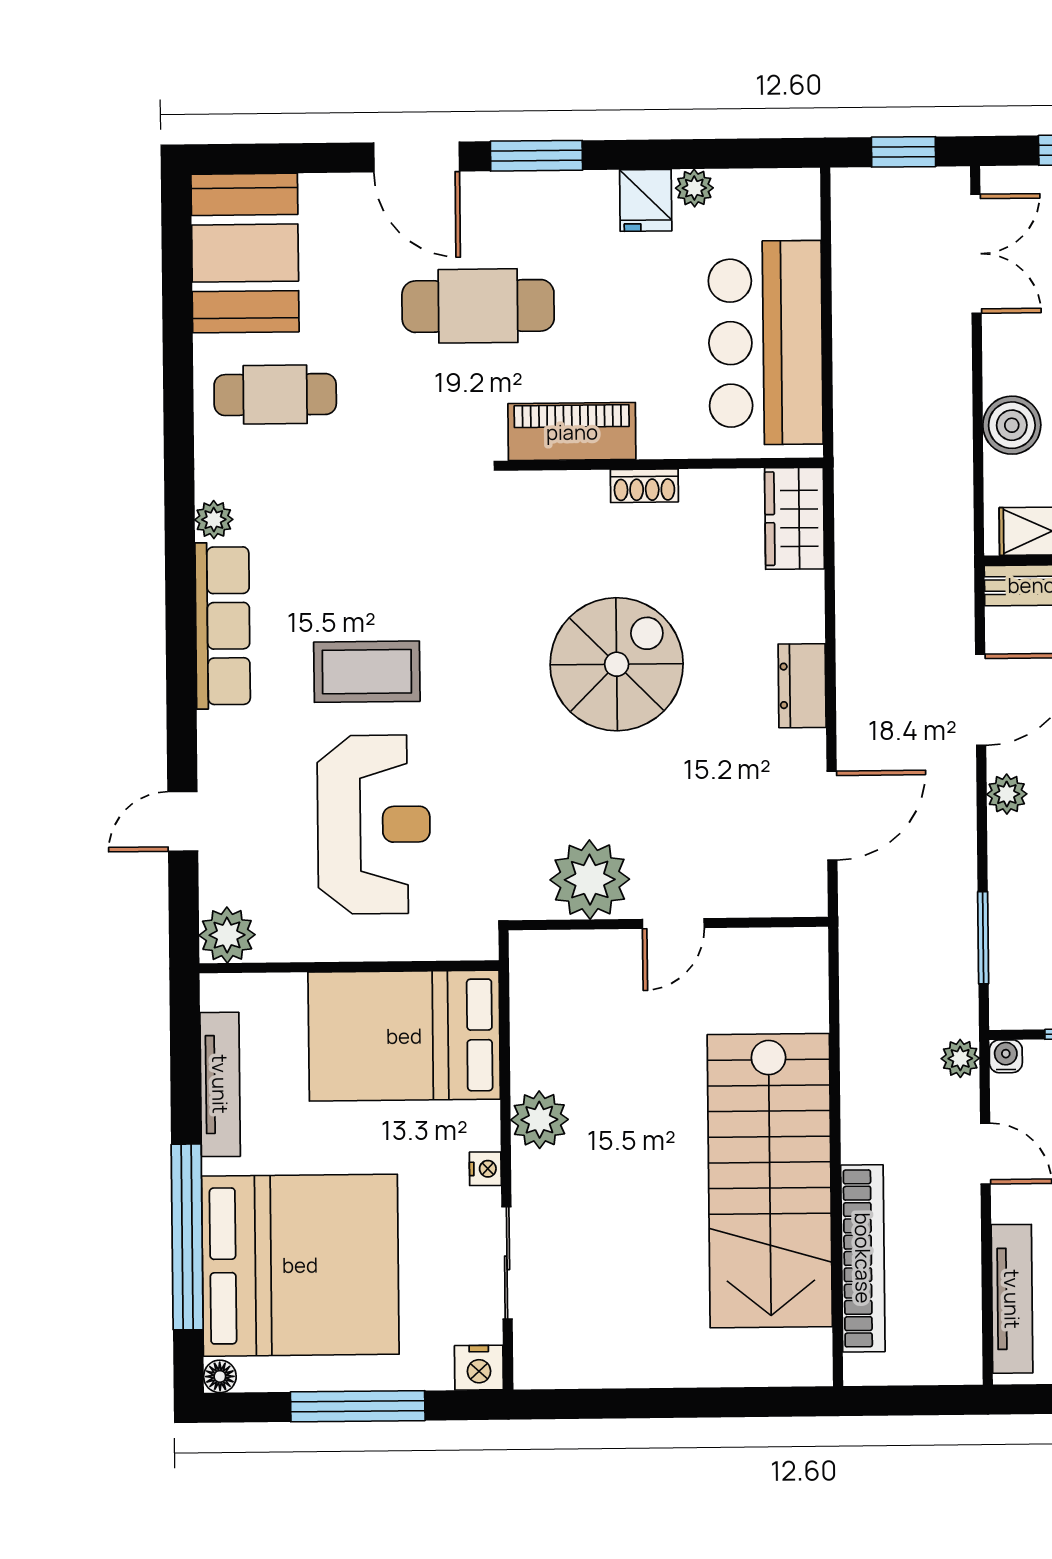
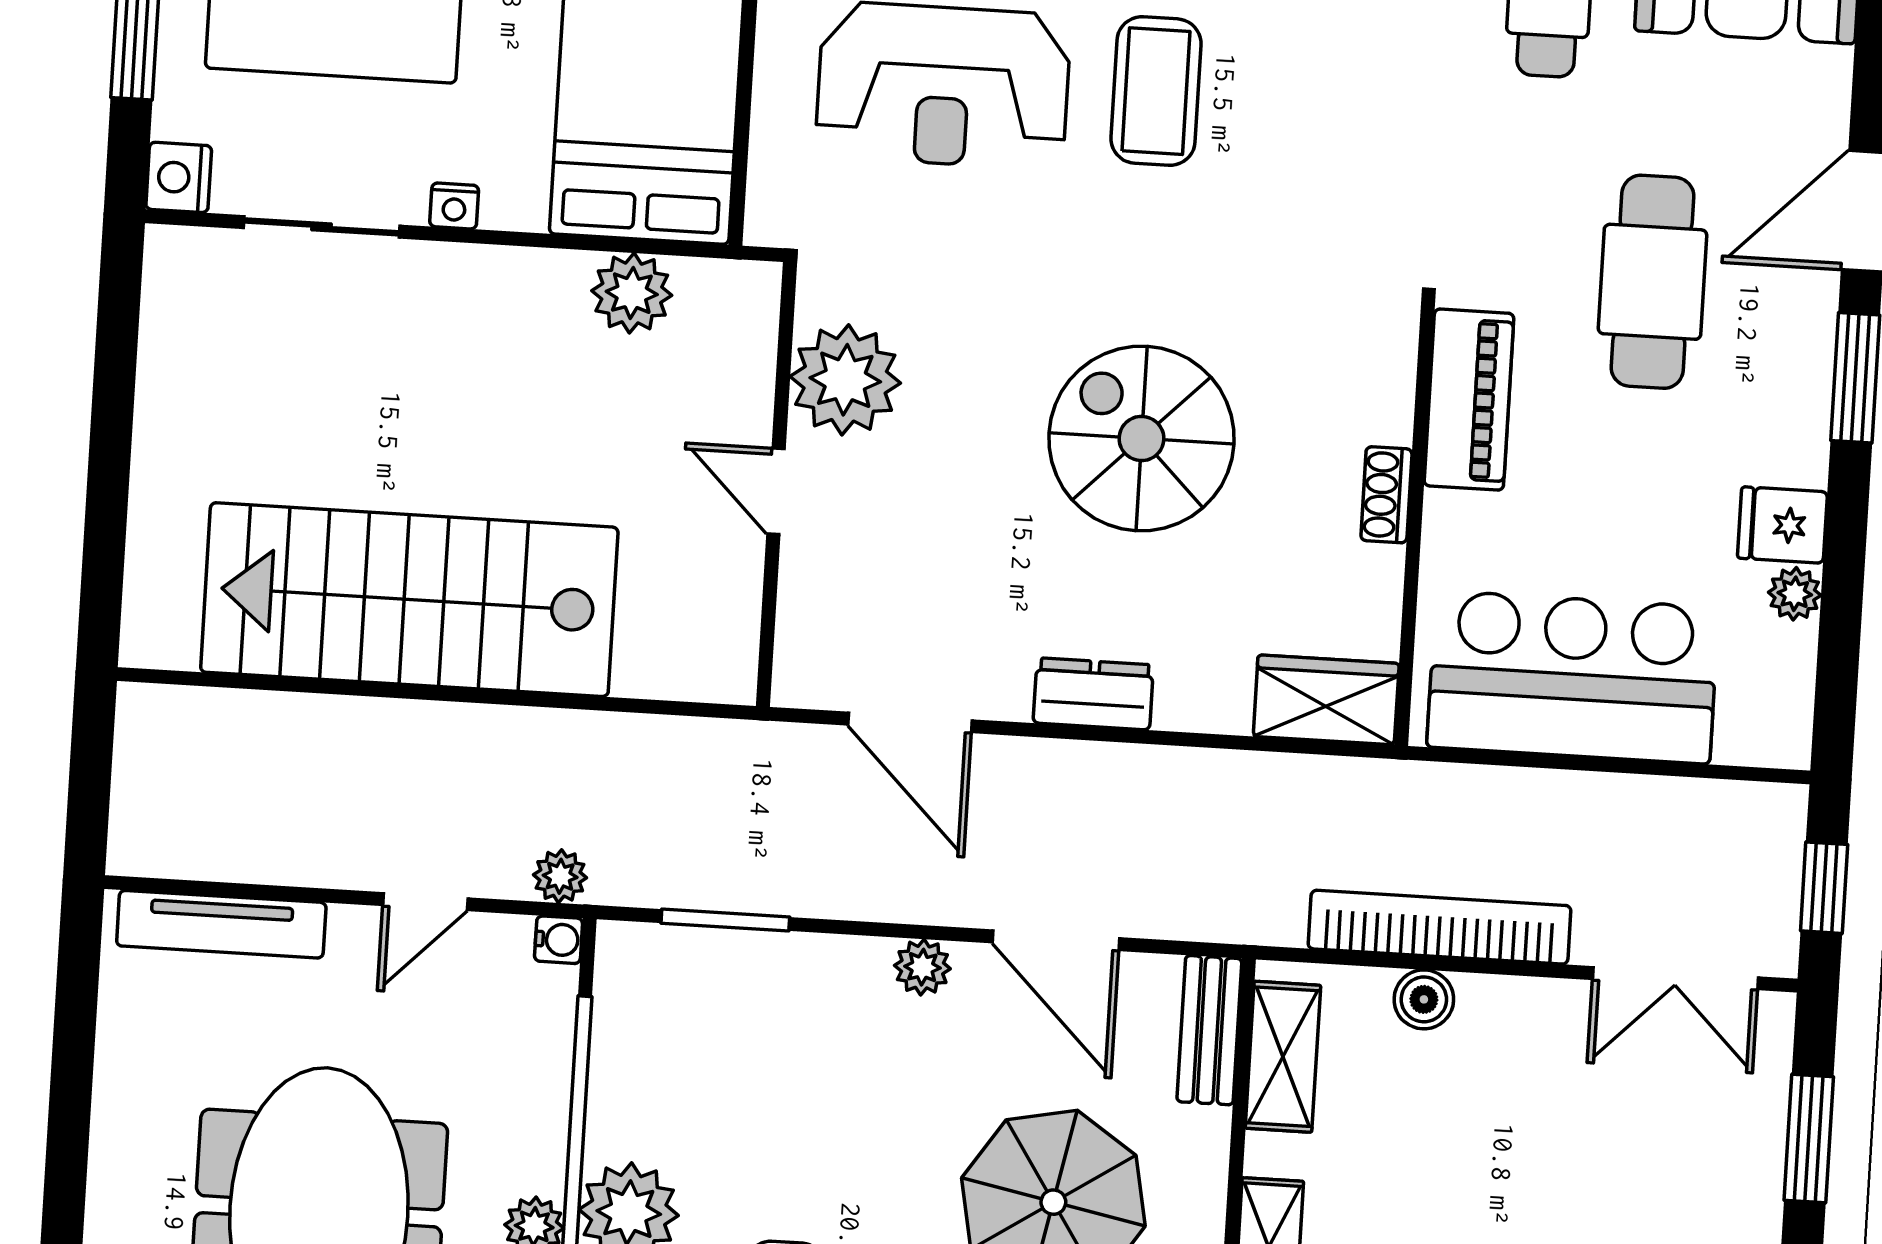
boiler: (1012, 425) -> (1424, 999), width x0.73, depth x0.73
spiral stairs: (617, 664) -> (1141, 438), turned 180
plant: (539, 1120) -> (632, 293), moved
bookcase: (863, 1258) -> (1439, 927), moved, turned 180

